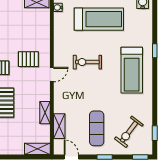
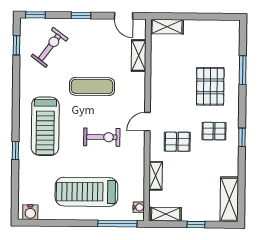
treadmill: (132, 70) -> (45, 126), turned 180
shelving: (45, 113) -> (156, 176), moved
exercise mat: (97, 128) -> (92, 87), moved, turned 90

